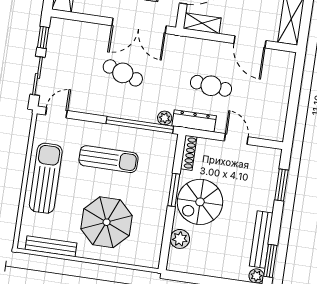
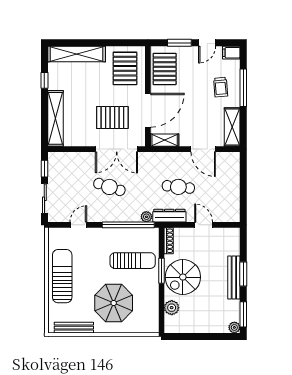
door: (56, 113) -> (78, 225), moved
sun lounger: (108, 159) -> (133, 261), moved
window: (281, 185) -> (243, 274), moved
bench: (261, 240) -> (234, 277), moved

